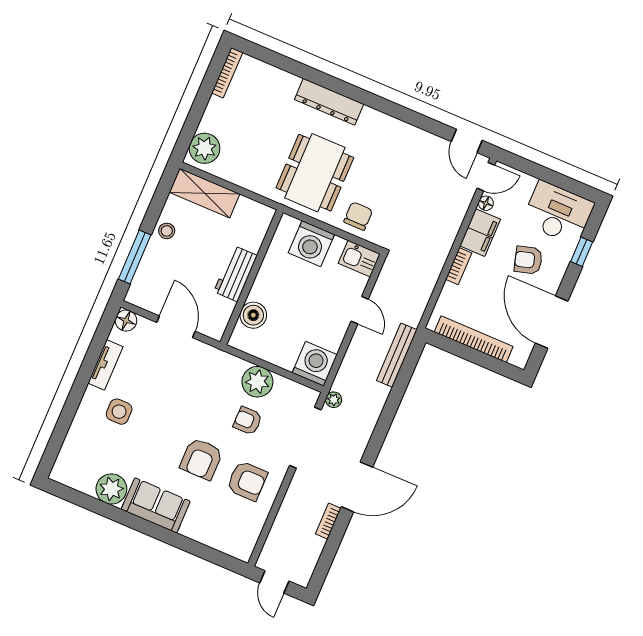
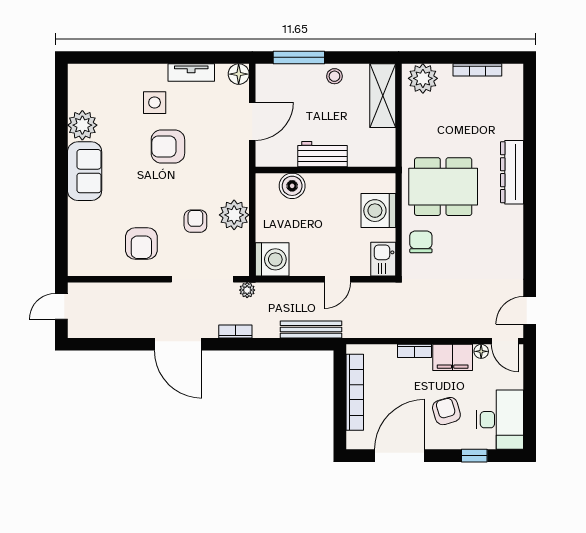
bookcase: (227, 73) -> (477, 70), moved
chair: (358, 216) -> (421, 242), turned -90
armchair: (201, 459) -> (168, 146), moved
bookcase: (328, 521) -> (235, 331), moved

